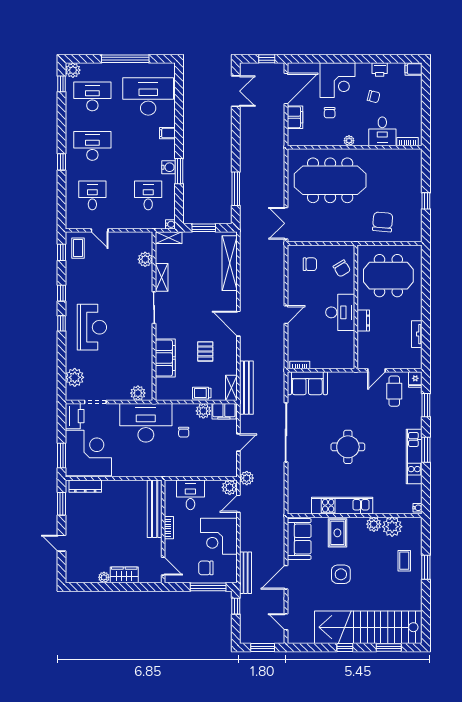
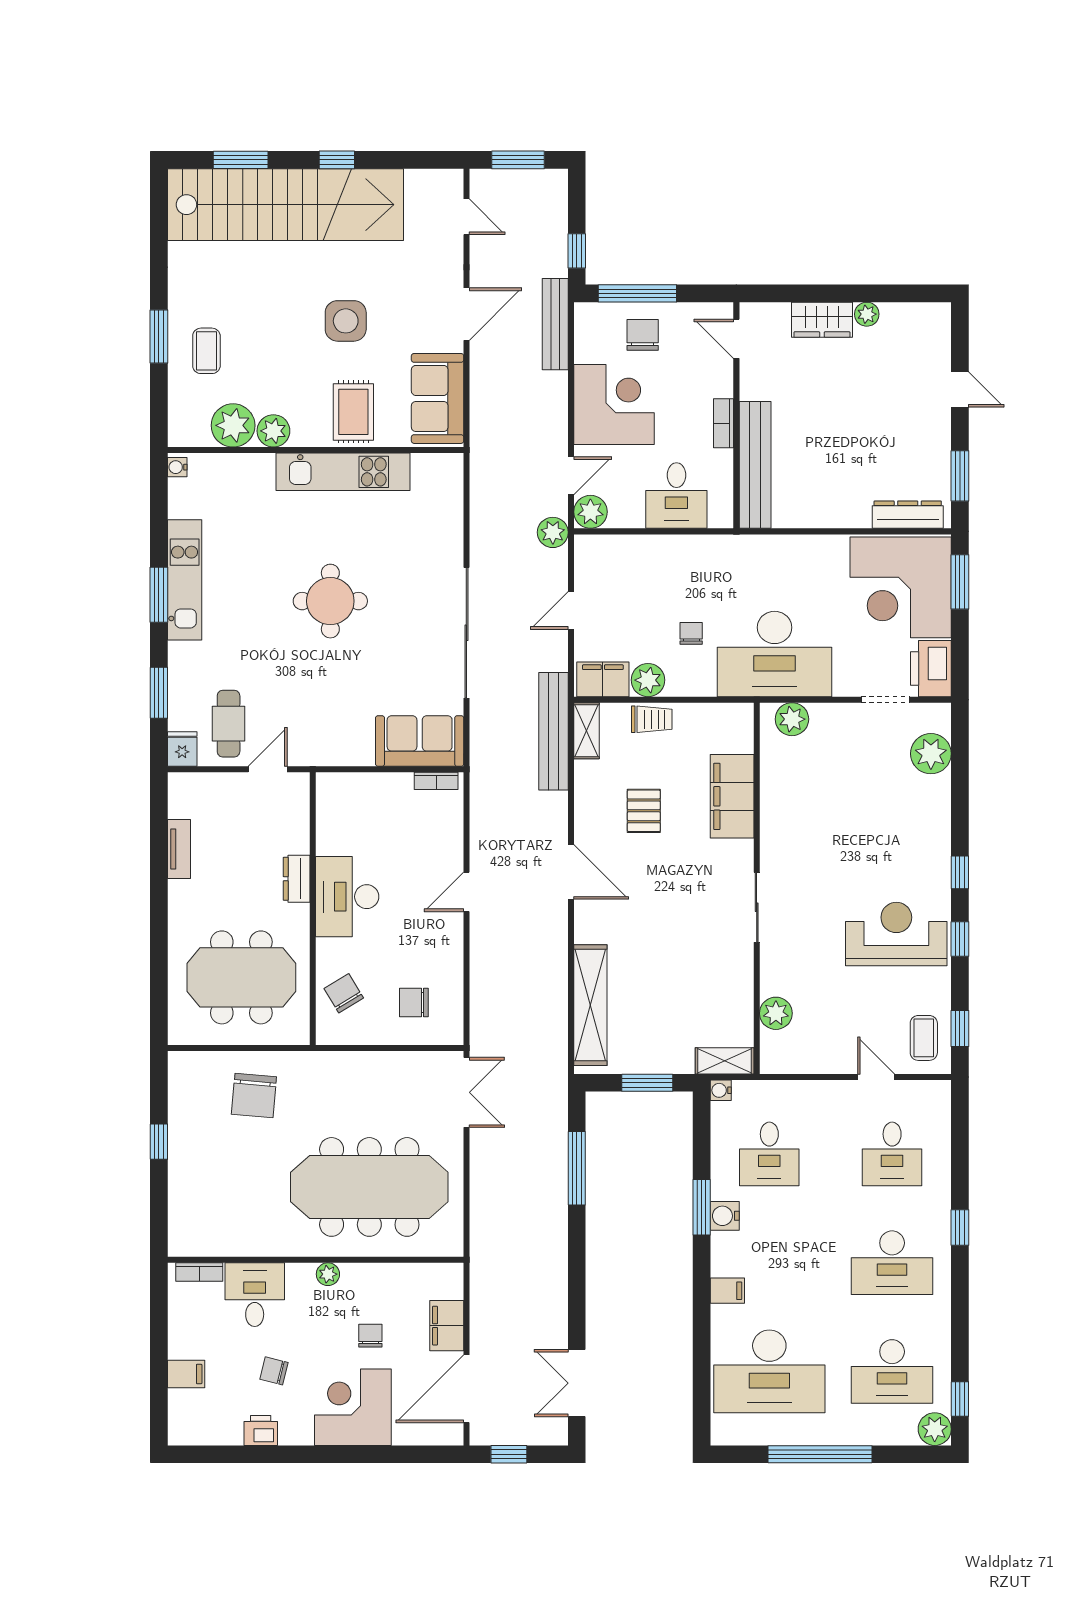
filing cabinet: (413, 69) -> (186, 1374), moved
shelving: (162, 277) -> (740, 974), removed
reception desk: (92, 327) -> (896, 934), moved, turned 90
chair: (206, 568) -> (643, 335), turned -90

